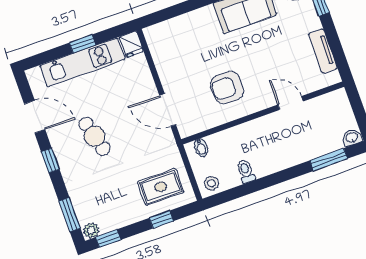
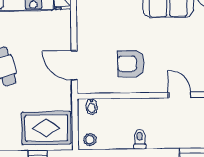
toilet: (246, 171) -> (140, 139), moved
rug: (161, 187) -> (46, 128), width x1.36, depth x1.43

